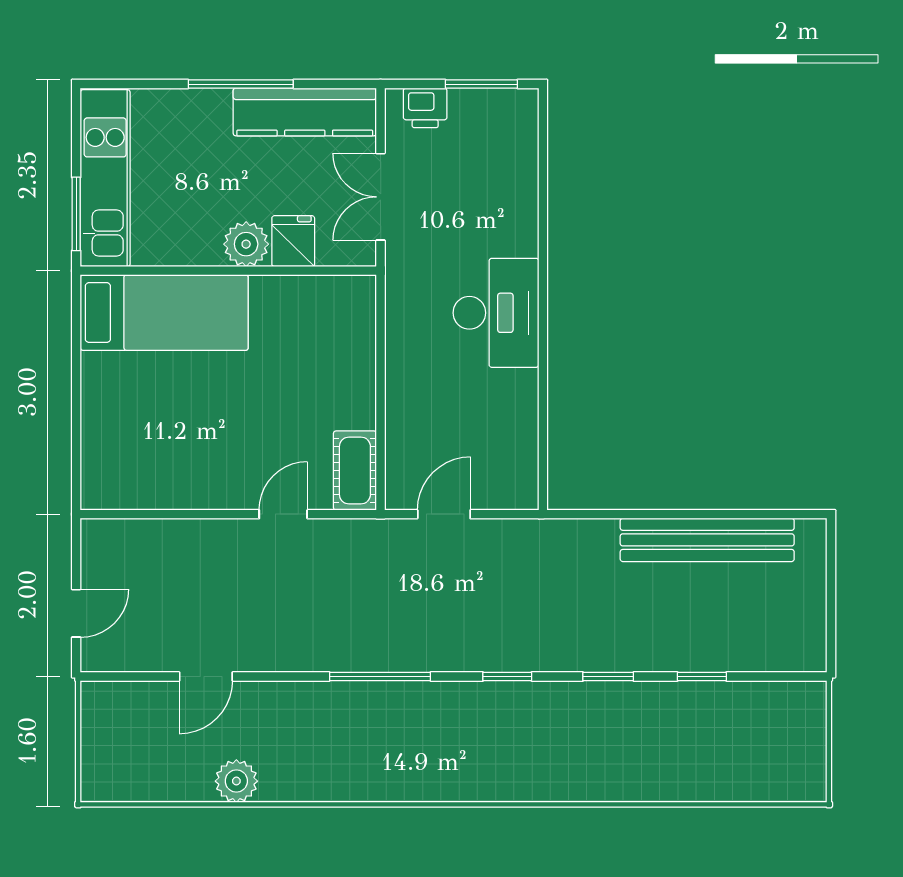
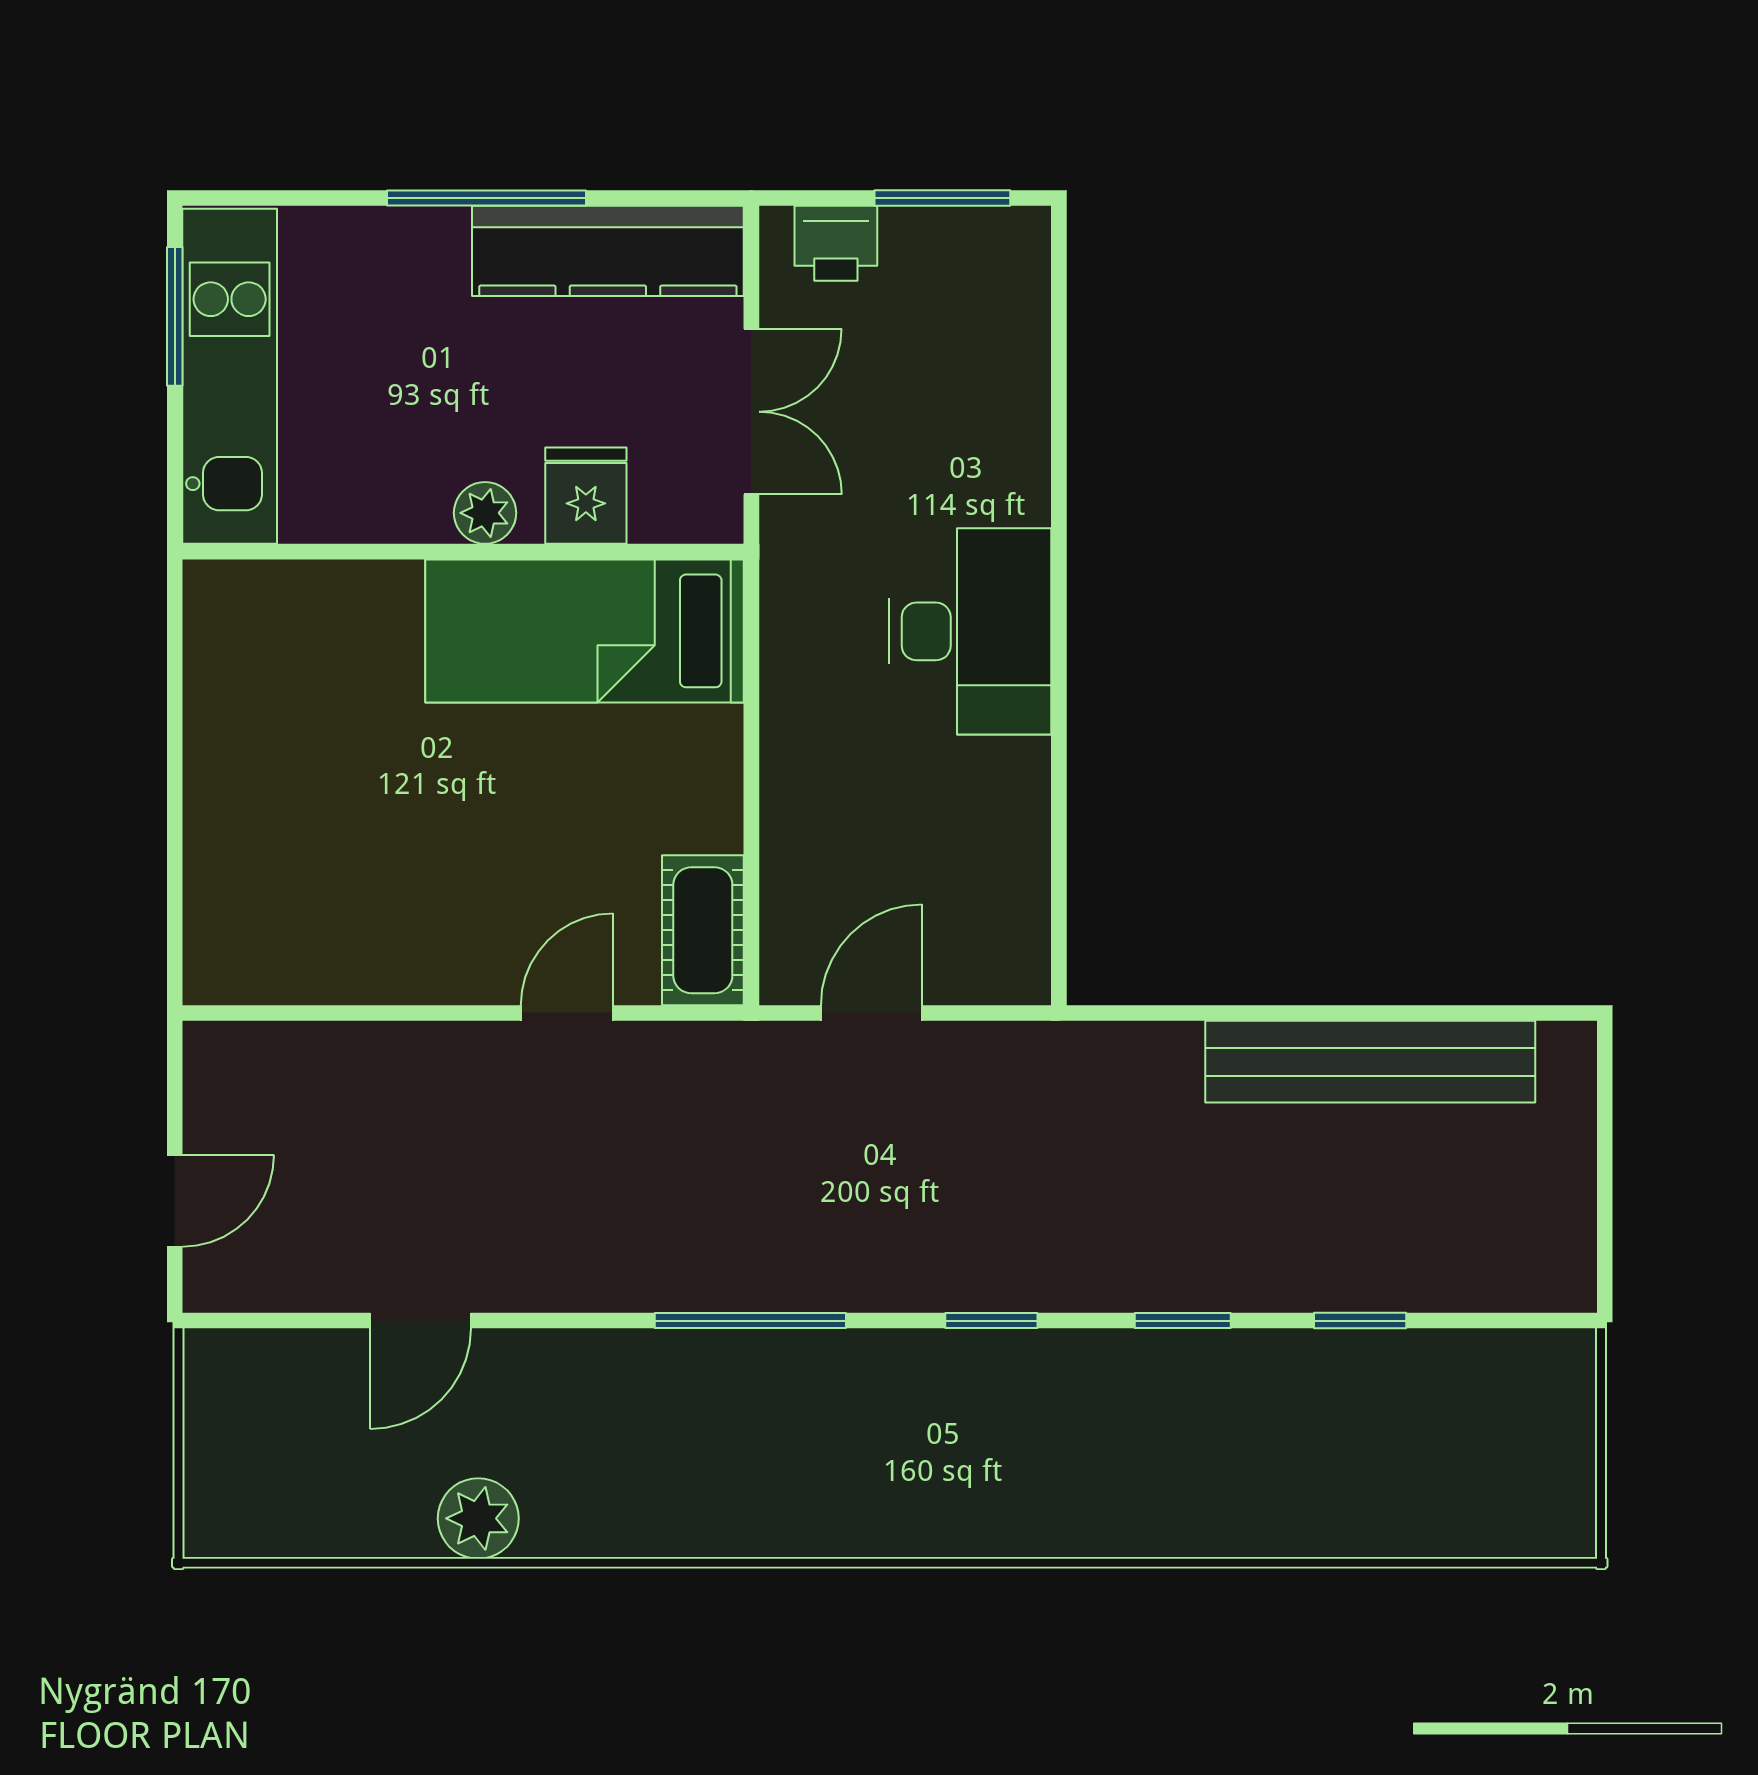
double door: (381, 197) -> (751, 412), swing flipped
window: (76, 214) -> (175, 316), moved
plant: (246, 244) -> (485, 513), width x0.73, depth x0.73
bed: (164, 313) -> (585, 631), moved, turned 180

